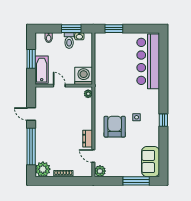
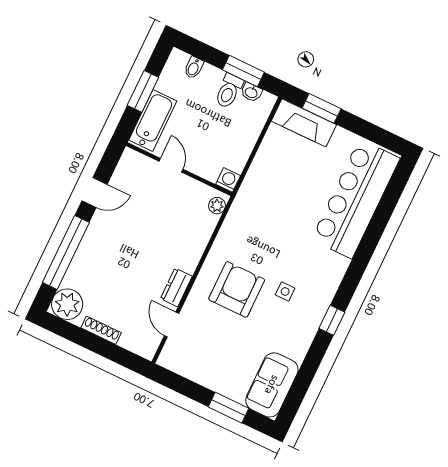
fireplace: (109, 39) -> (304, 123), added
washing machine: (84, 76) -> (228, 180), width x0.53, depth x0.53
door: (31, 114) -> (94, 193), swing flipped
plant: (100, 171) -> (171, 358), removed
window: (136, 181) -> (228, 408), width x0.69

